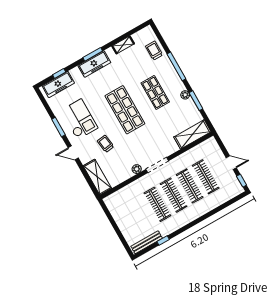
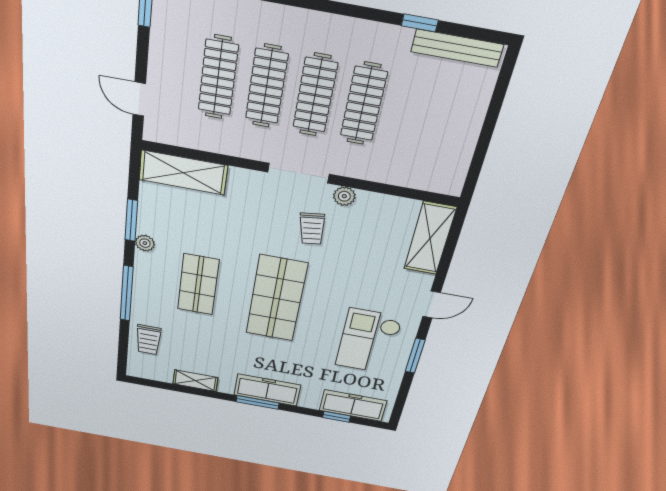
trolley: (106, 144) -> (312, 229), moved
door: (73, 153) -> (432, 304), hinge flipped
door: (231, 163) -> (139, 99), moved

